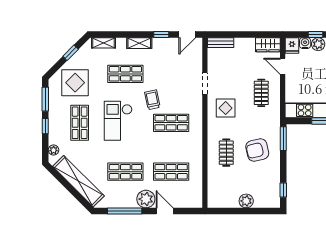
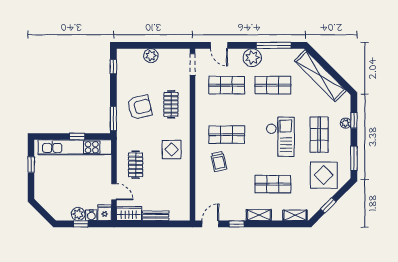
bench: (221, 43) -> (155, 216), moved
doorway: (205, 83) -> (192, 64), moved
trolley: (152, 100) -> (219, 161), moved
window: (45, 126) -> (354, 120), moved
plant: (54, 150) -> (346, 123), moved
door: (165, 211) -> (219, 45), moved

